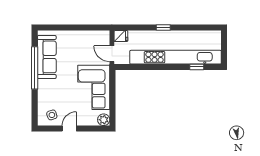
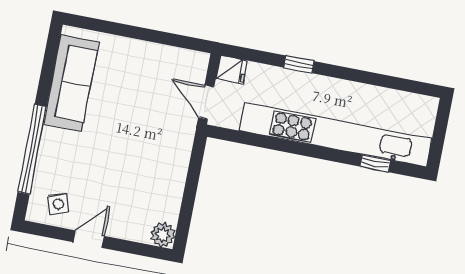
window: (163, 27) -> (299, 64), moved
window: (35, 68) -> (32, 149), moved
corner sofa: (94, 87) -> (155, 164), removed

